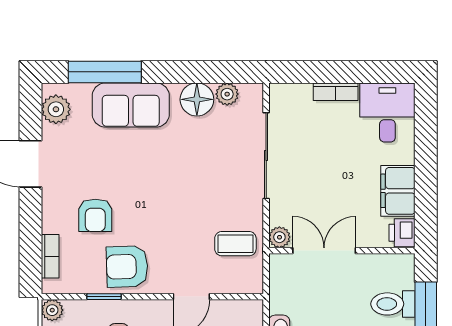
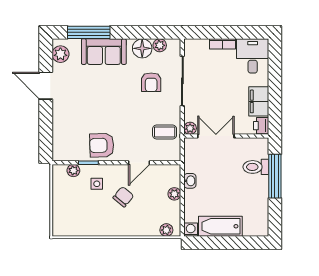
armchair: (95, 215) -> (151, 82), moved
bookcase: (50, 256) -> (57, 139), removed
plant: (52, 310) -> (73, 171), moved

